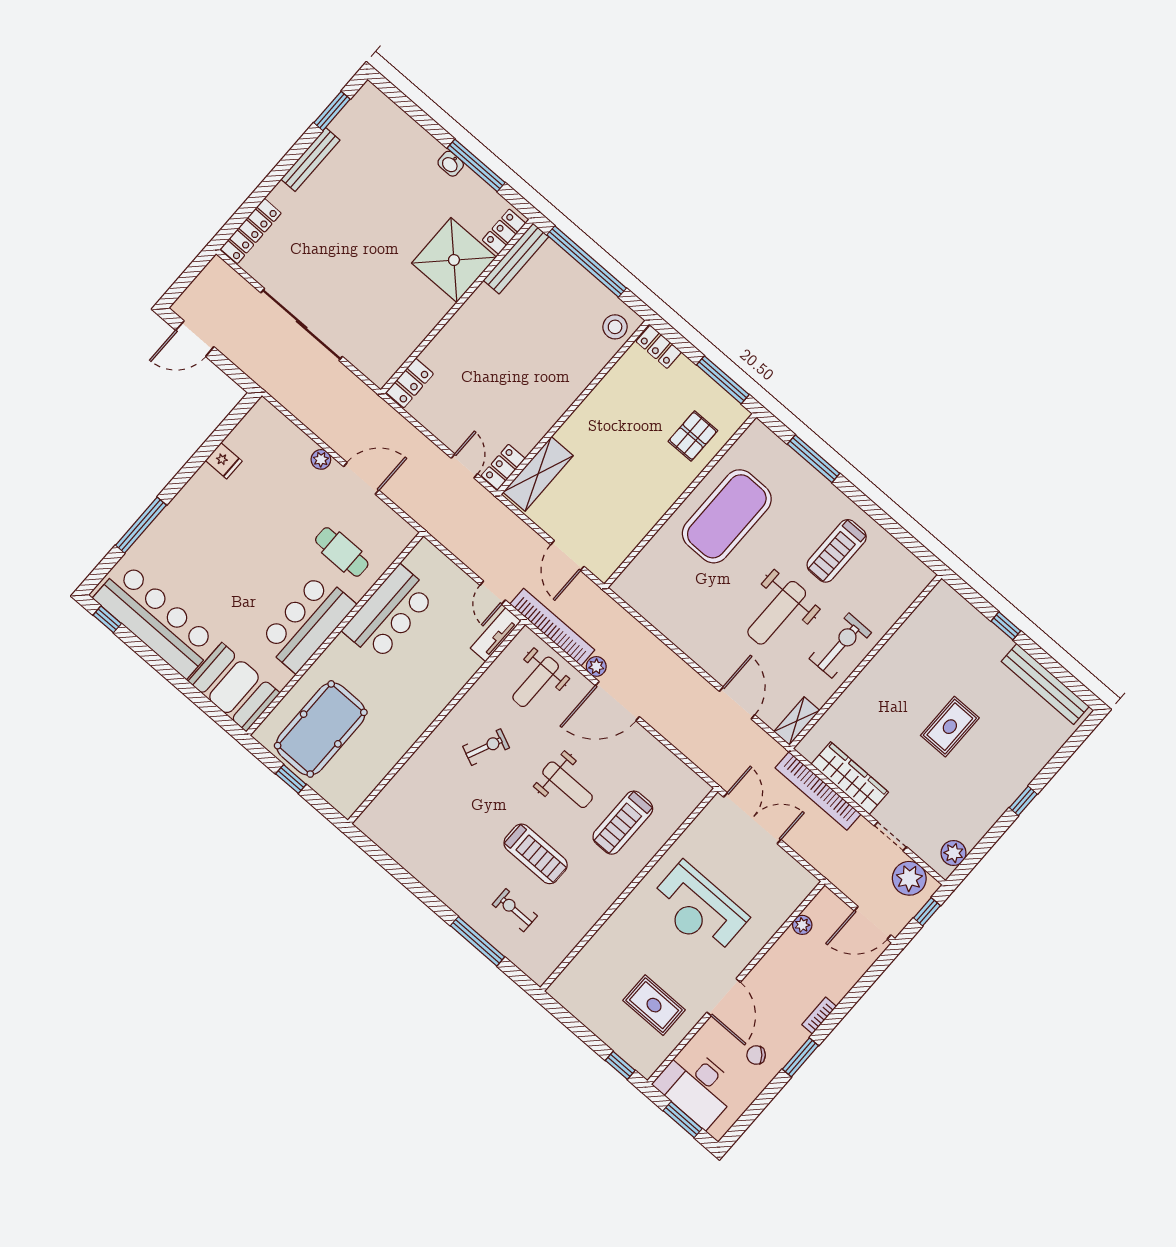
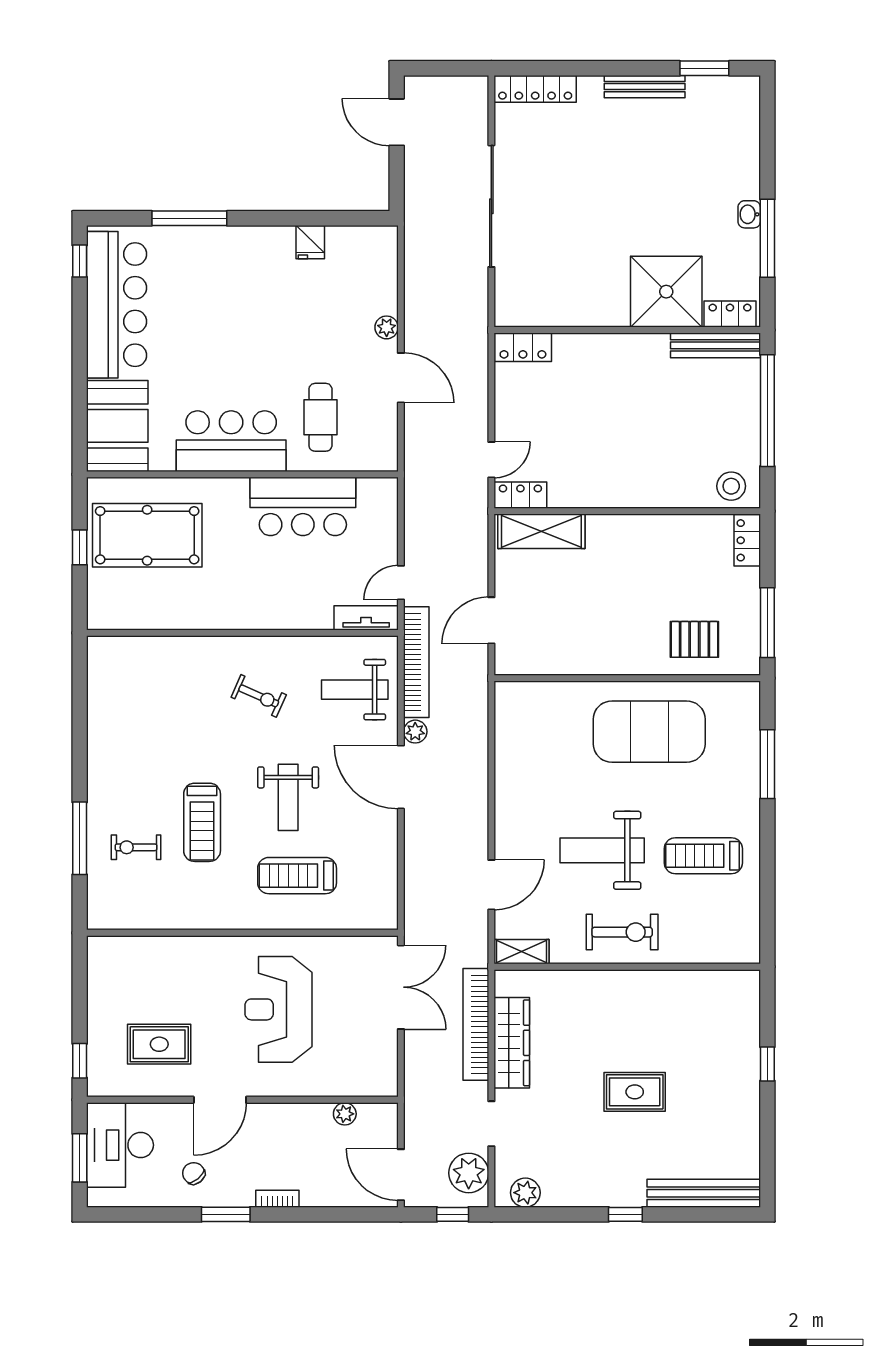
bench: (1045, 684) -> (704, 1193), moved, turned 90
exercise bike: (515, 910) -> (136, 847), turned -90
rug: (654, 1005) -> (159, 1044), turned 90

